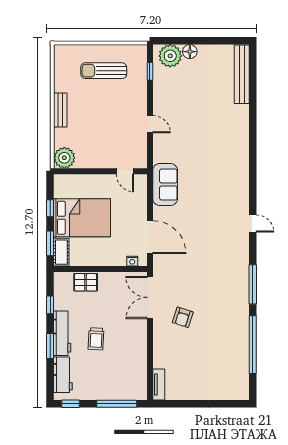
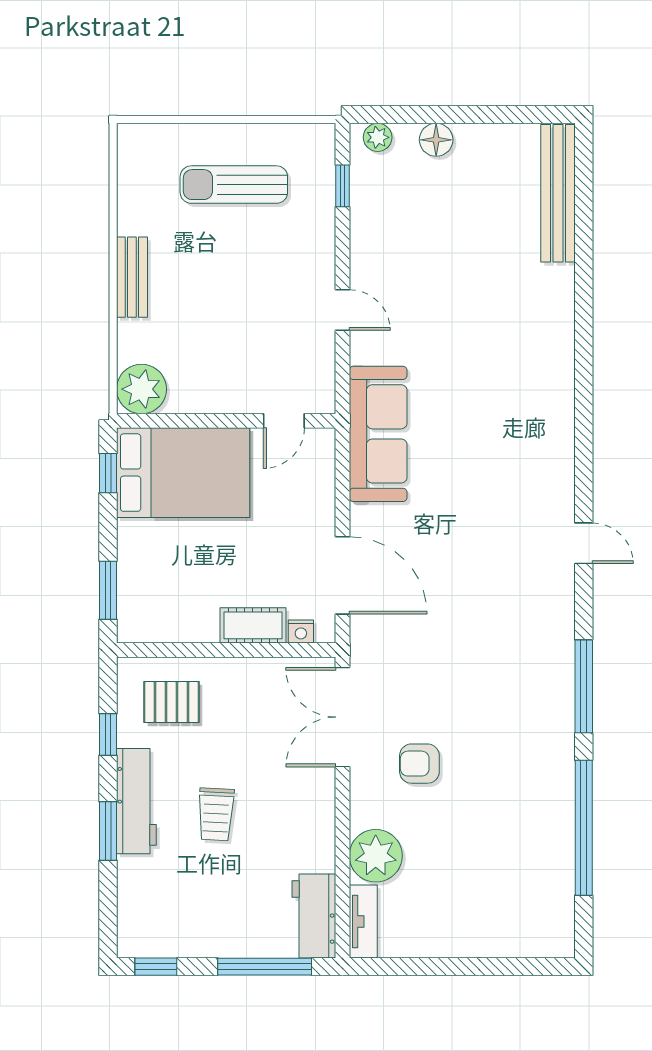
plant: (170, 56) -> (378, 137), width x0.53, depth x0.53
door: (125, 171) -> (284, 421), hinge flipped
sofa: (165, 185) -> (378, 434), width x1.36
window: (50, 208) -> (108, 473), moved
bed: (82, 218) -> (183, 473), moved
cot: (61, 252) -> (253, 625), moved, turned 90
pallet: (86, 282) -> (171, 702), moved
armchair: (183, 317) -> (419, 764), turned 72
plant: (164, 357) -> (376, 856), added
workbench: (63, 375) -> (314, 916), moved, turned 180

